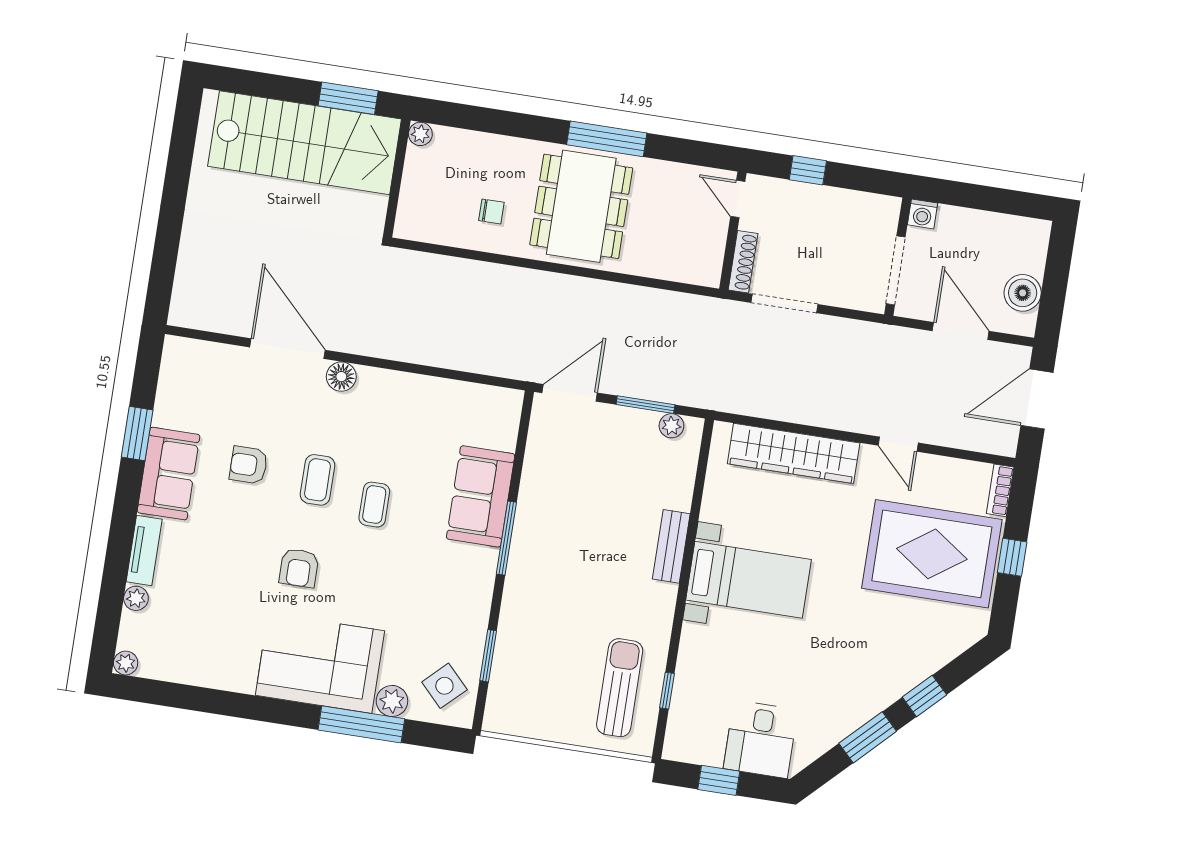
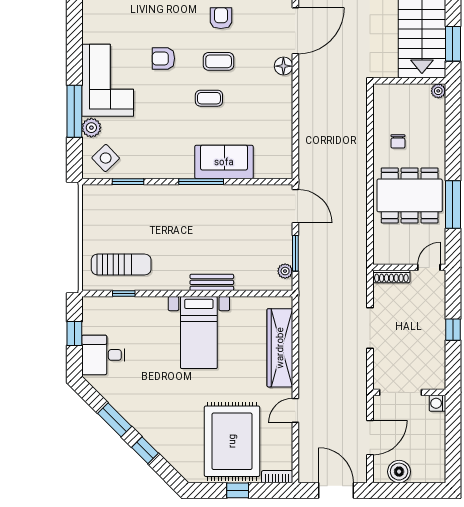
door: (738, 199) -> (429, 267), moved
wall: (733, 231) -> (409, 267), moved
shoe rack: (743, 262) -> (391, 277), moved

